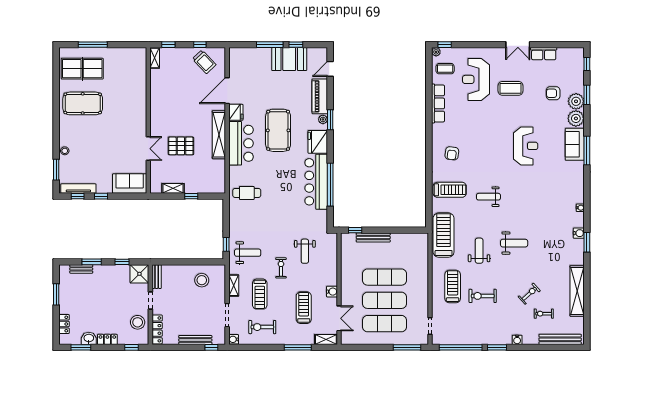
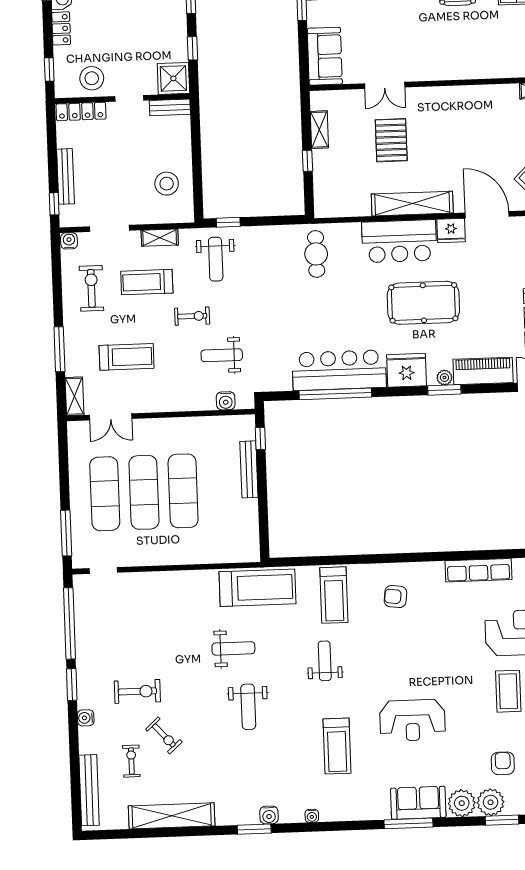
treadmill: (453, 287) -> (337, 746), moved, turned 90
water cooler: (332, 292) -> (226, 401), moved
exercise bike: (483, 296) -> (137, 691), moved, turned 90

